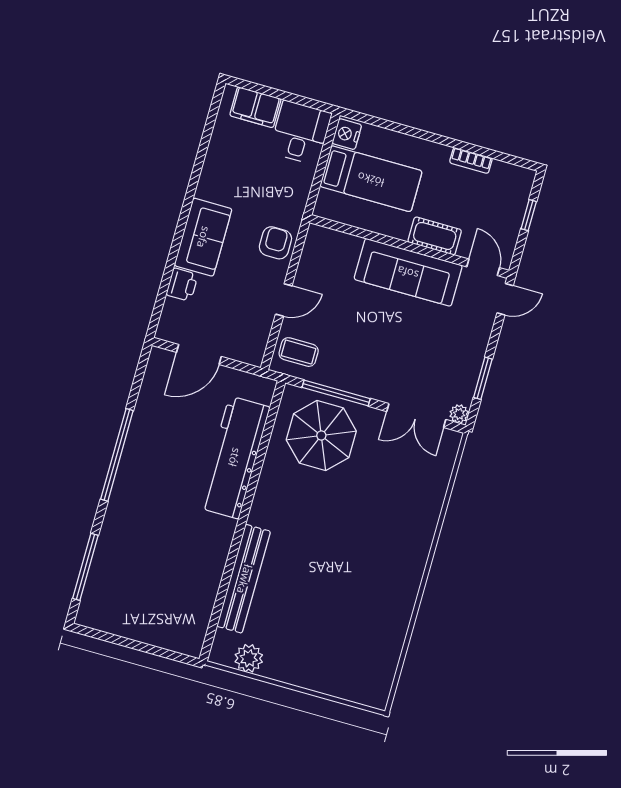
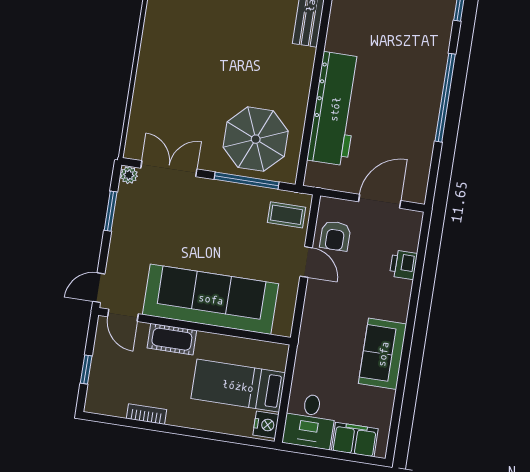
sofa: (203, 237) -> (383, 354), moved
armchair: (275, 243) -> (335, 236), moved
sofa: (408, 272) -> (211, 299), width x1.36, depth x1.27
door: (284, 300) -> (306, 262), swing flipped

